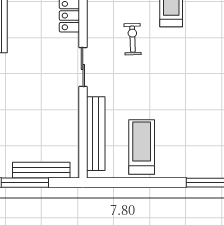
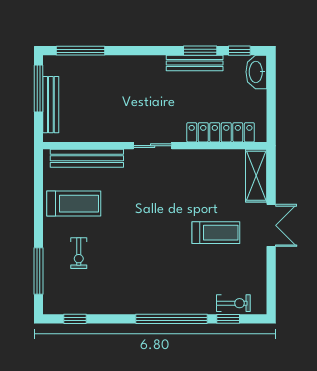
exercise bike: (133, 39) -> (79, 253), moved, turned 92

